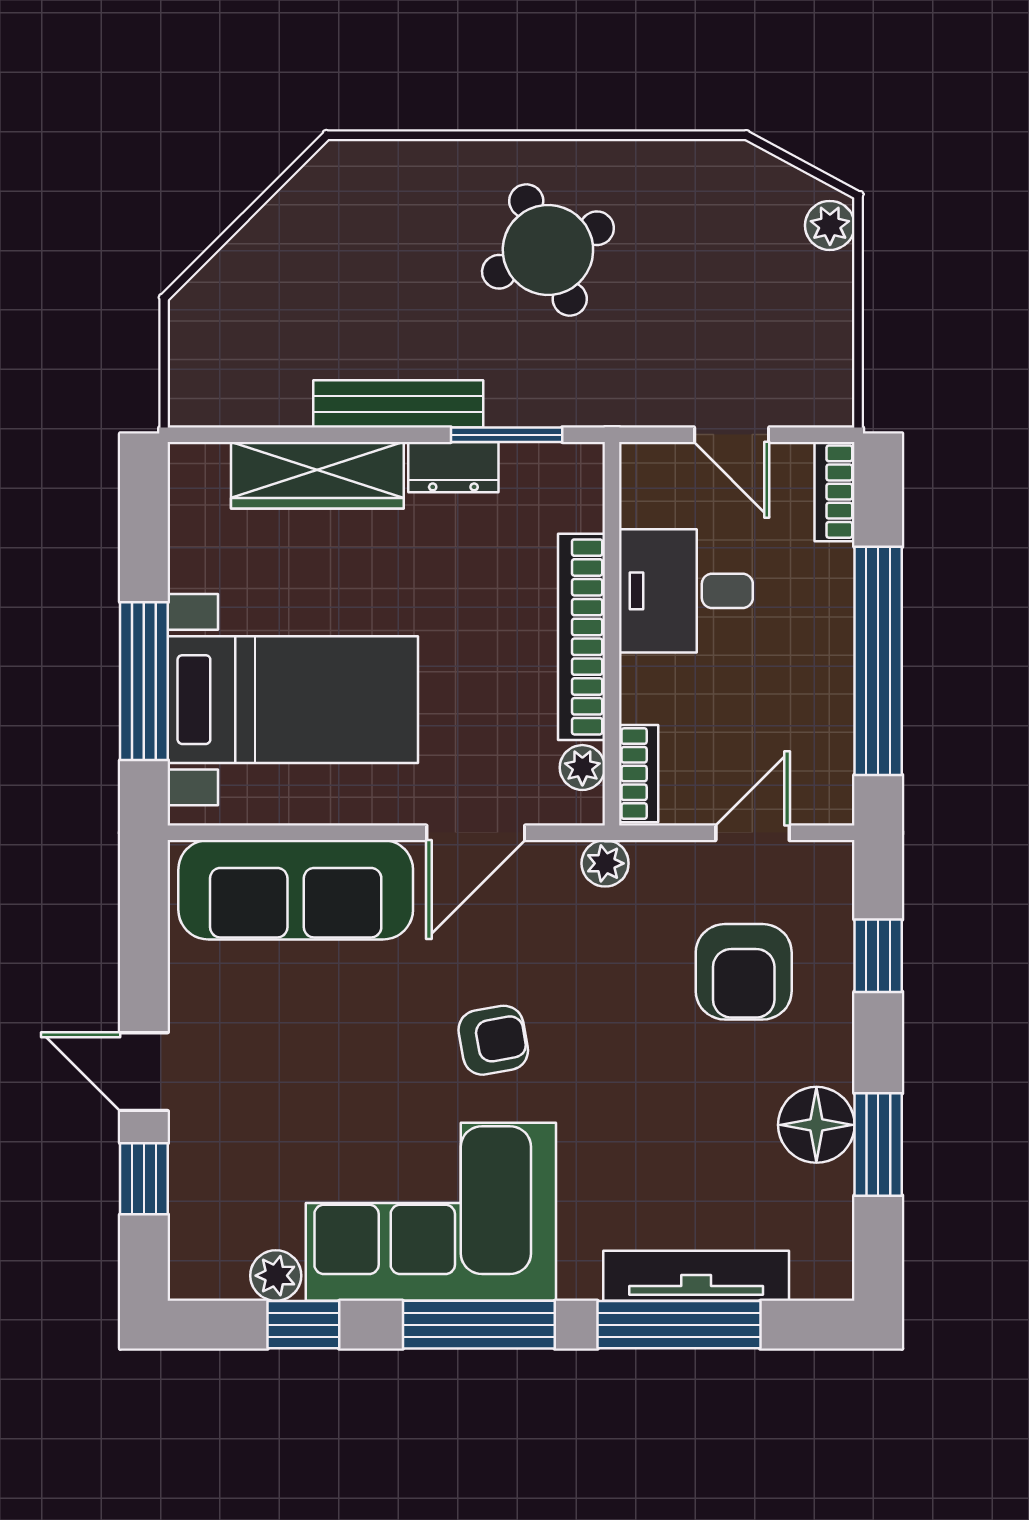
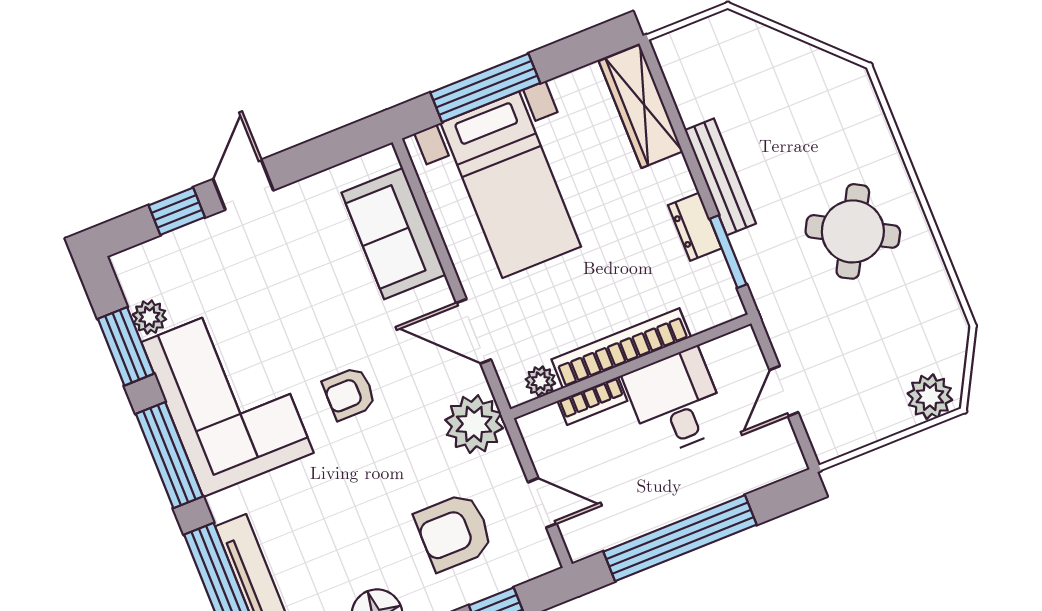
plant: (830, 225) -> (930, 397), width x1.38, depth x1.38
round table: (548, 250) -> (853, 231), turned -37
wardrobe: (317, 475) -> (641, 106), moved
bookcase: (835, 492) -> (774, 469), removed
bookcase: (639, 774) -> (592, 401), moved
plant: (605, 863) -> (474, 424), width x1.88, depth x1.88
sofa: (296, 890) -> (394, 234), width x0.73
armchair: (493, 1040) -> (349, 394), turned 100
window: (303, 1325) -> (126, 346), width x1.50

